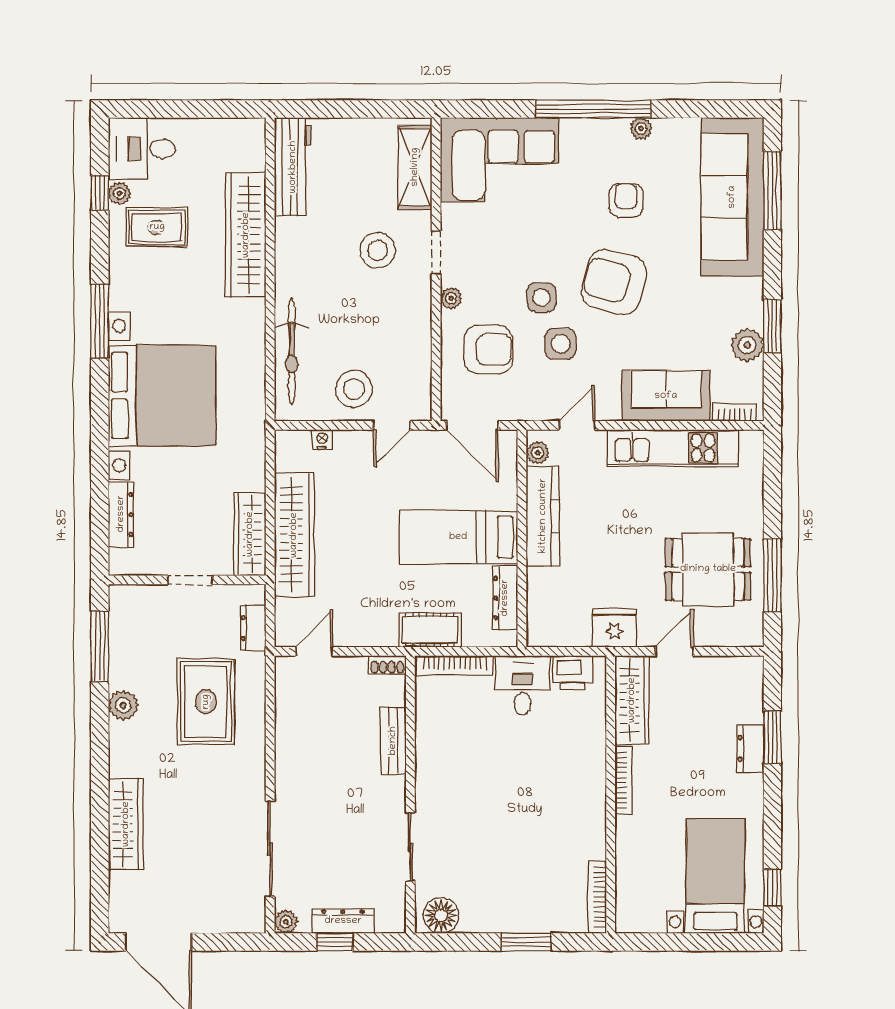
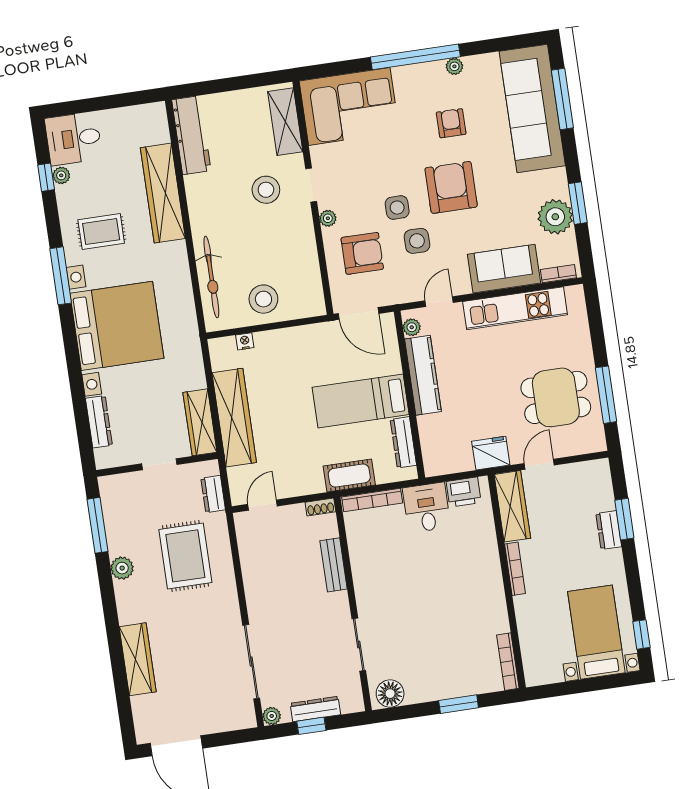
rug: (157, 227) -> (101, 232), moved
armchair: (614, 282) -> (451, 187), turned 75
plant: (747, 345) -> (555, 217), width x1.36, depth x1.36
door: (392, 425) -> (297, 323), removed

